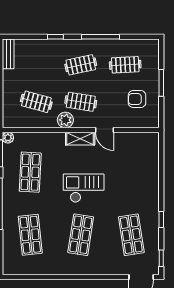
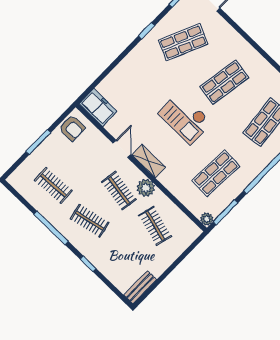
armchair: (137, 99) -> (72, 128), moved
freezer: (145, 141) -> (98, 107), added
shop shelf: (131, 235) -> (183, 42), turned 33

